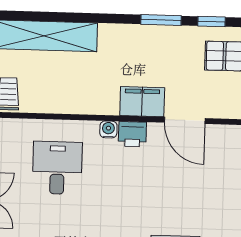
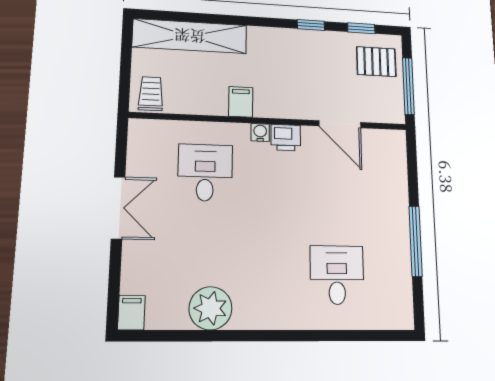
window: (161, 20) -> (311, 25), width x0.67
filing cabinet: (142, 102) -> (241, 102), moved, width x0.50

